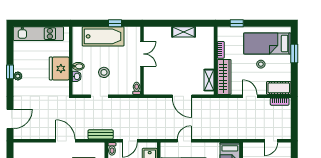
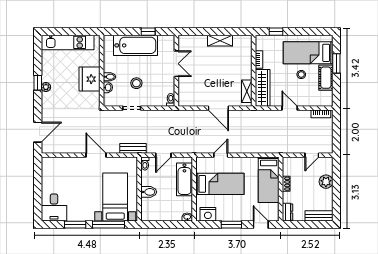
cot: (279, 88) -> (326, 78), moved, turned 90

